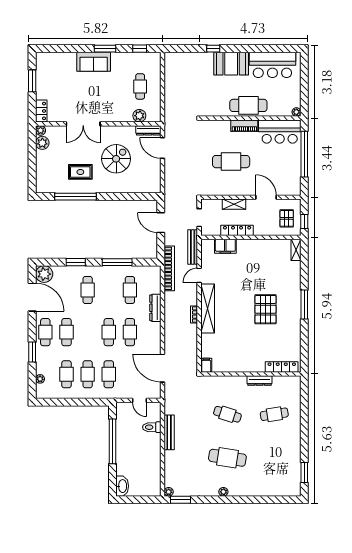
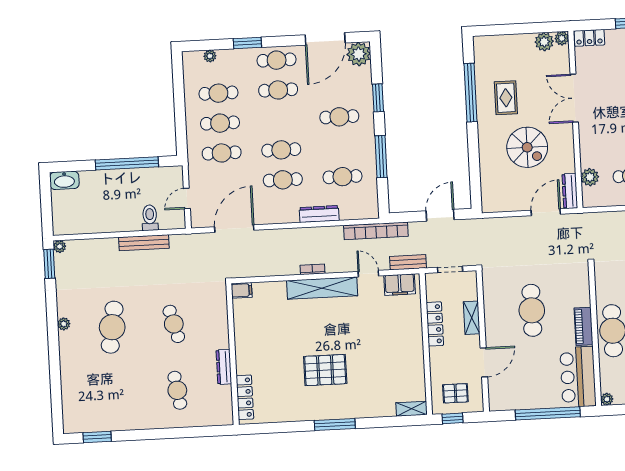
filing cabinet: (225, 246) -> (400, 285), moved, turned -90
bench: (193, 247) -> (408, 262), width x0.73
cafe table: (227, 414) -> (174, 324), turned -33

